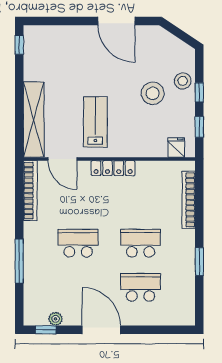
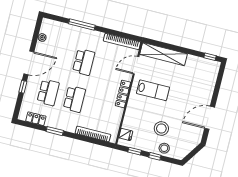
locker: (187, 296) -> (36, 119), added
window: (46, 330) -> (23, 87), moved

